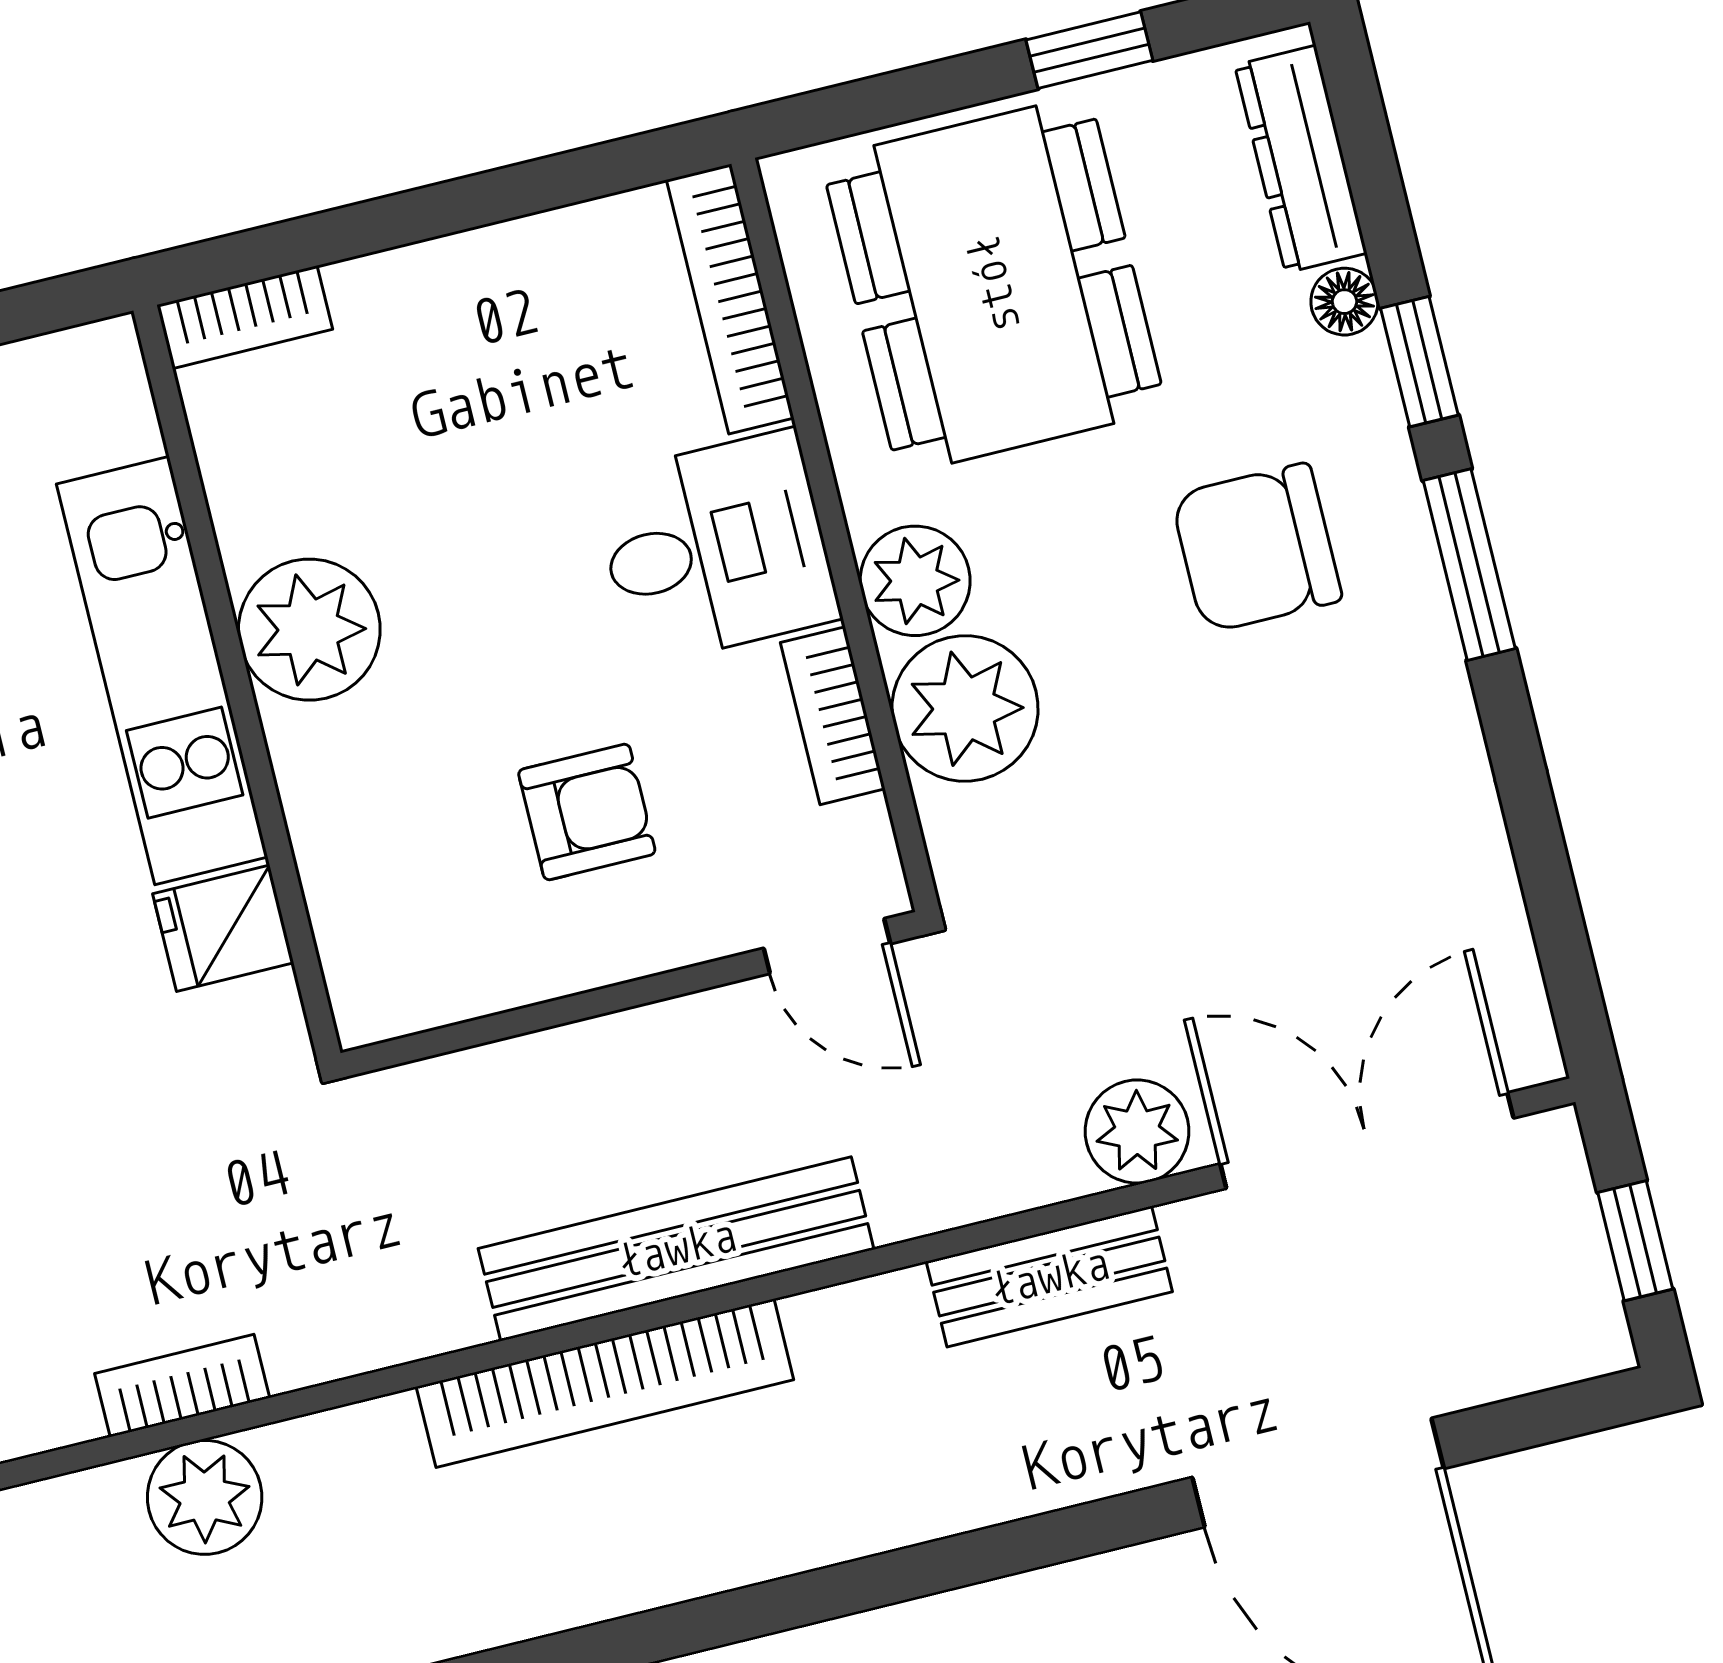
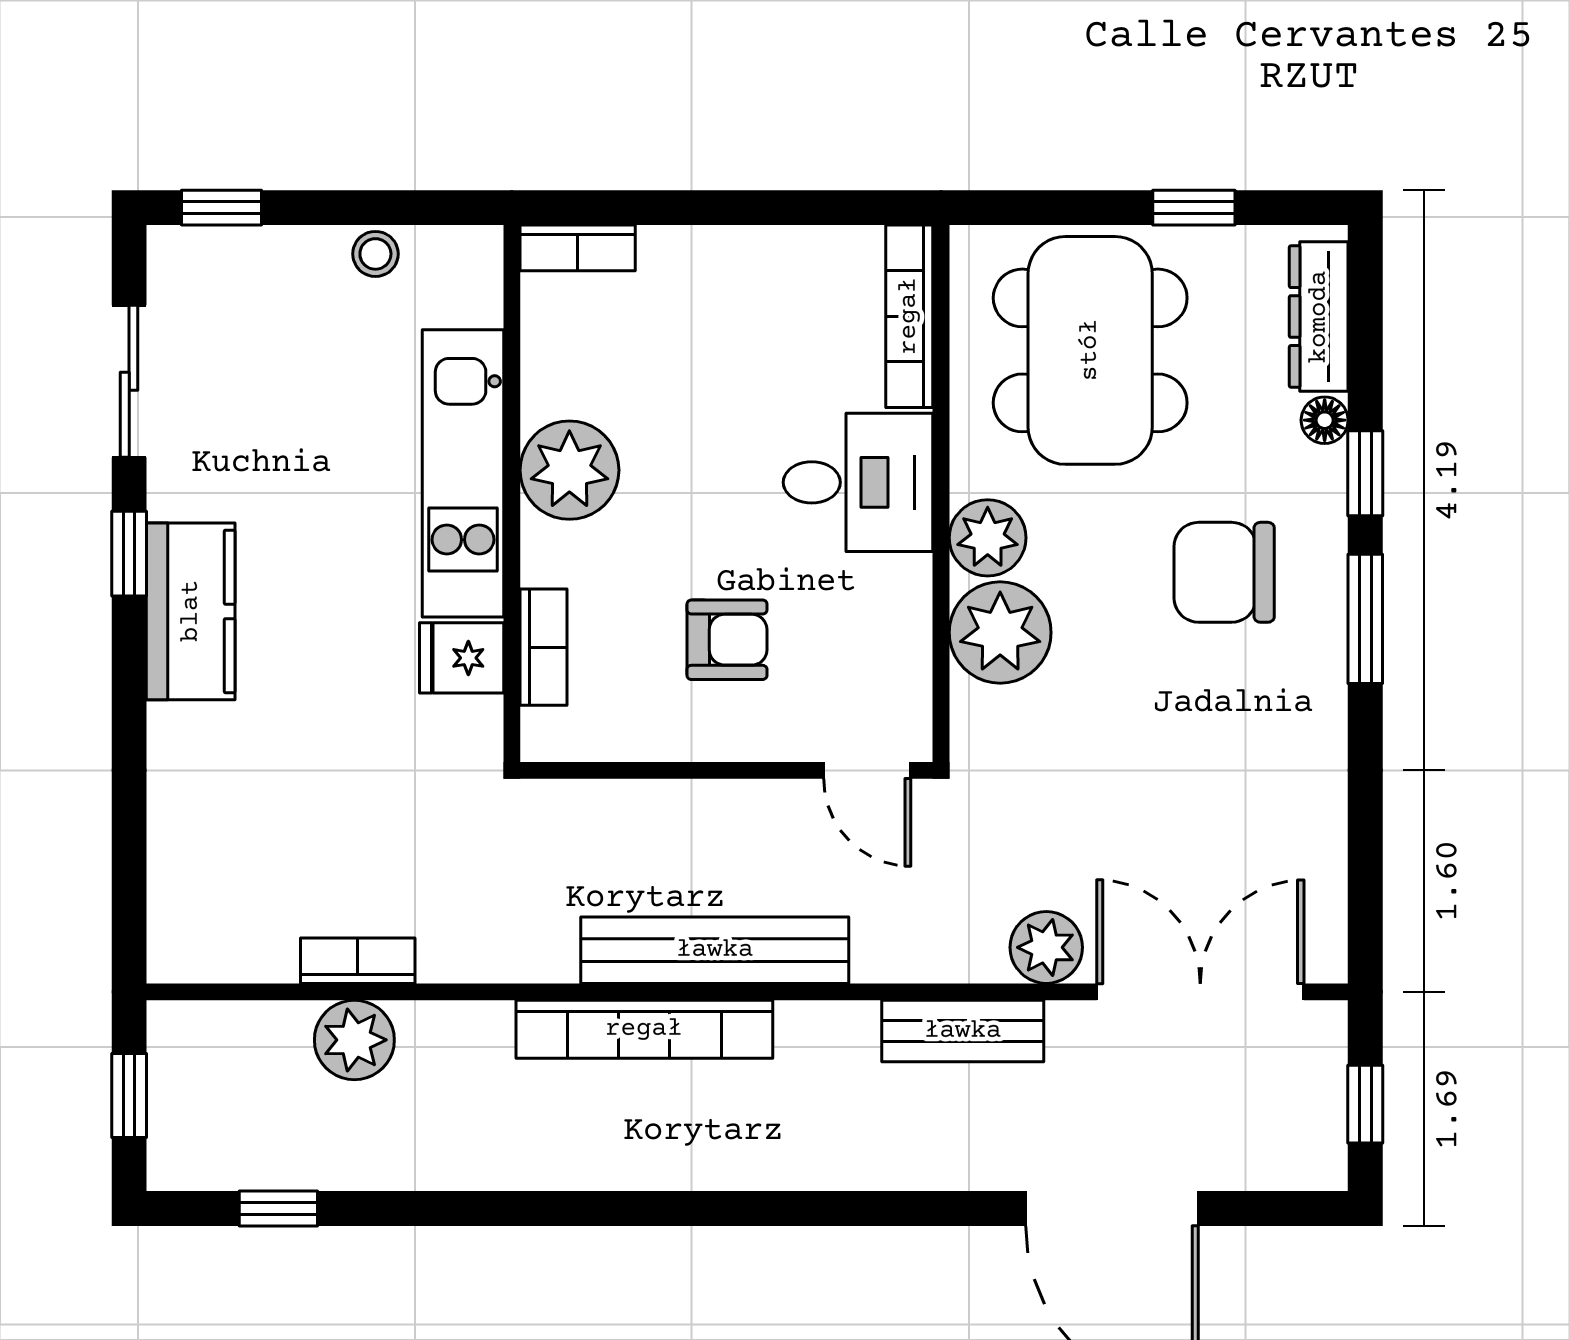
bookcase: (833, 716) -> (543, 647), moved, turned 180

